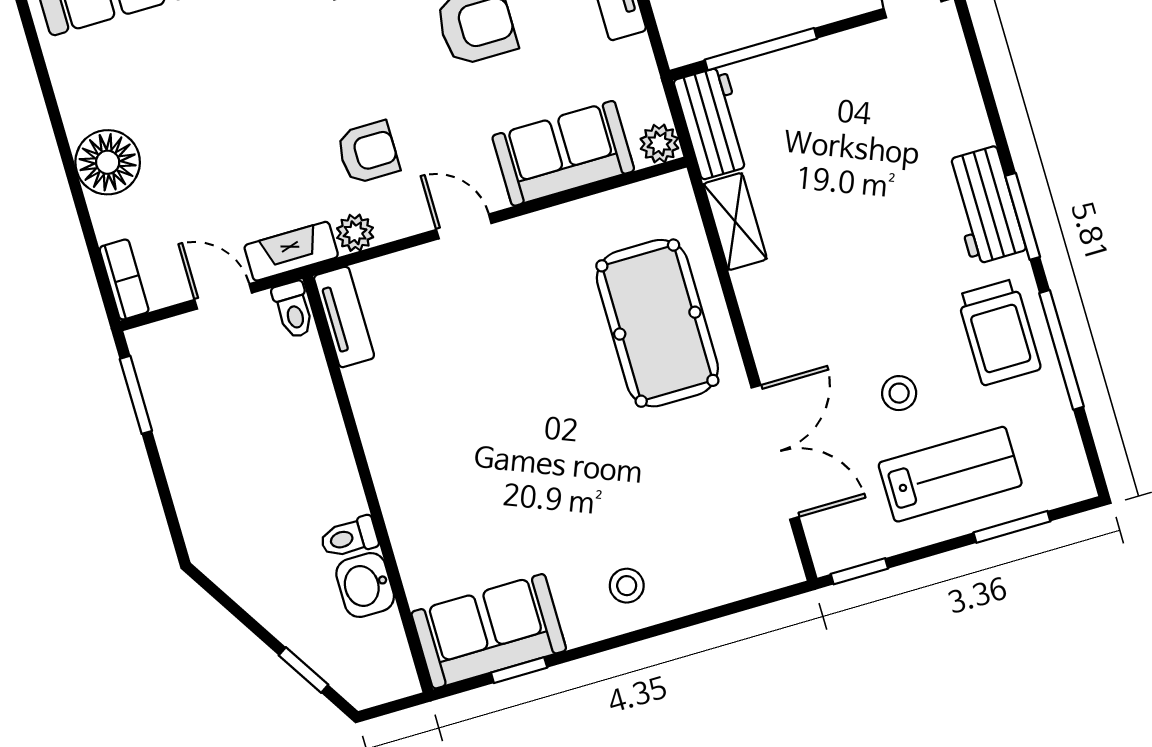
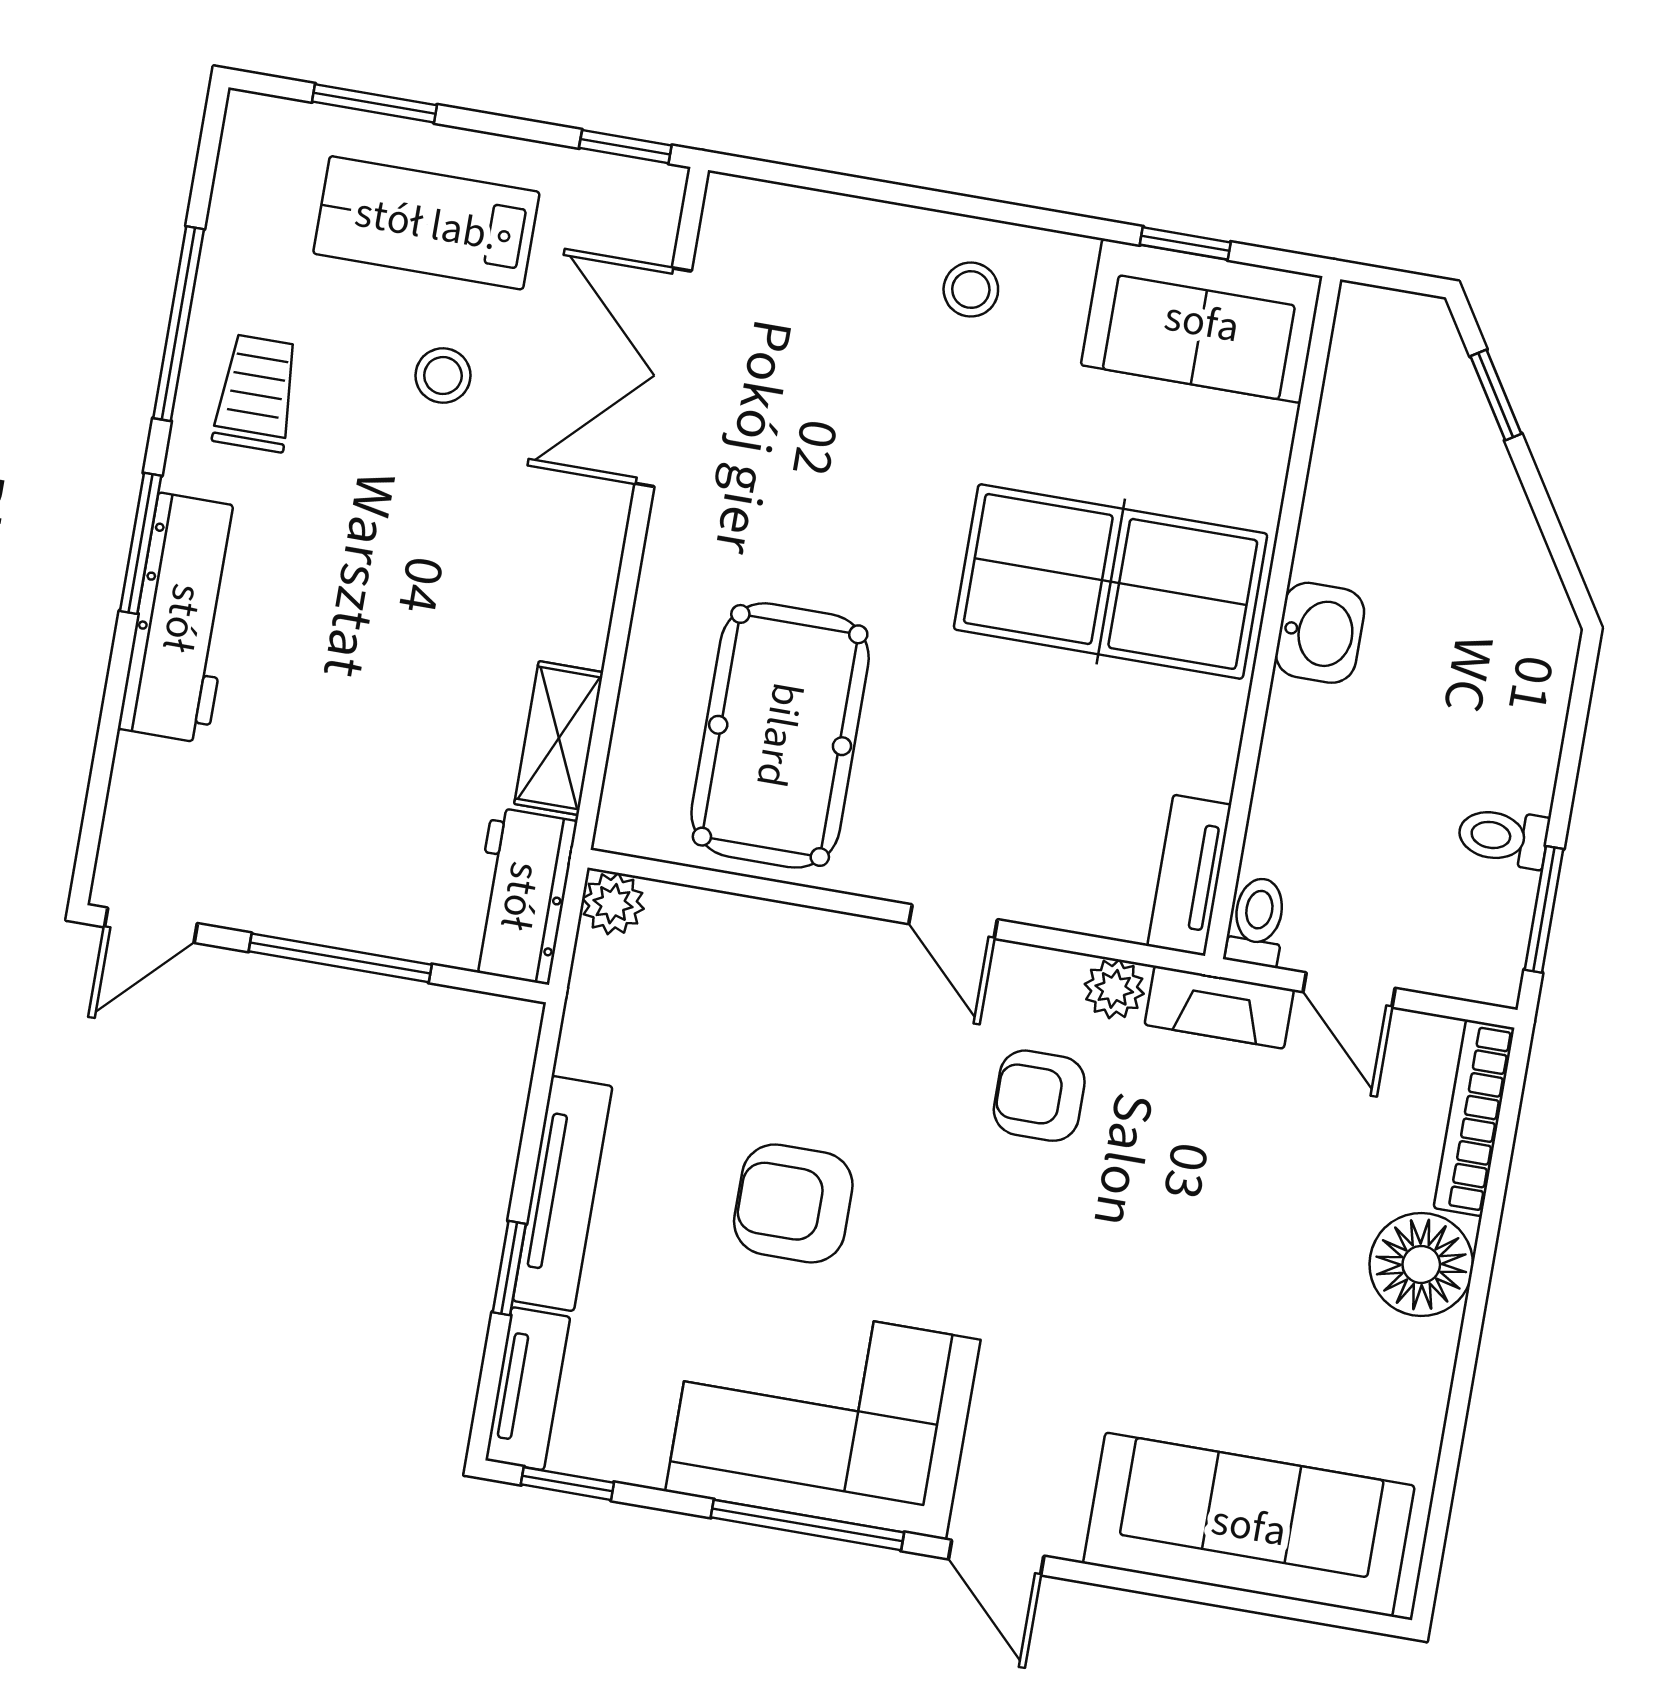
window: (761, 49) -> (340, 958), moved
sofa: (563, 153) -> (758, 957), removed
workbench: (984, 205) -> (183, 618), width x1.38
bookcase: (124, 280) -> (1474, 1118), width x1.56
pool table: (657, 323) -> (780, 735), moved
trolley: (999, 332) -> (256, 393), width x0.73, depth x0.72
table tennis table: (469, 460) -> (1111, 581), added
toilet: (349, 537) -> (1503, 837), moved, turned 180
washbasin: (365, 585) -> (1320, 633), moved

